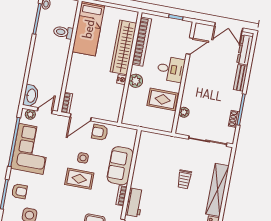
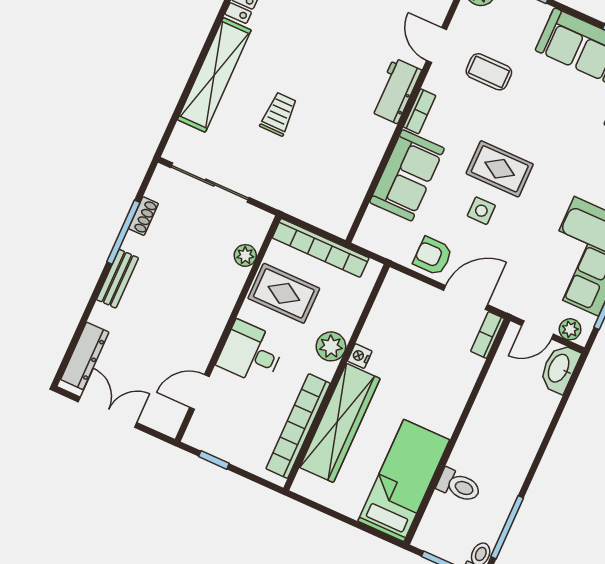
bench: (241, 78) -> (117, 279), moved
bookcase: (151, 124) -> (321, 248), added
armchair: (100, 132) -> (433, 256), turned 180

